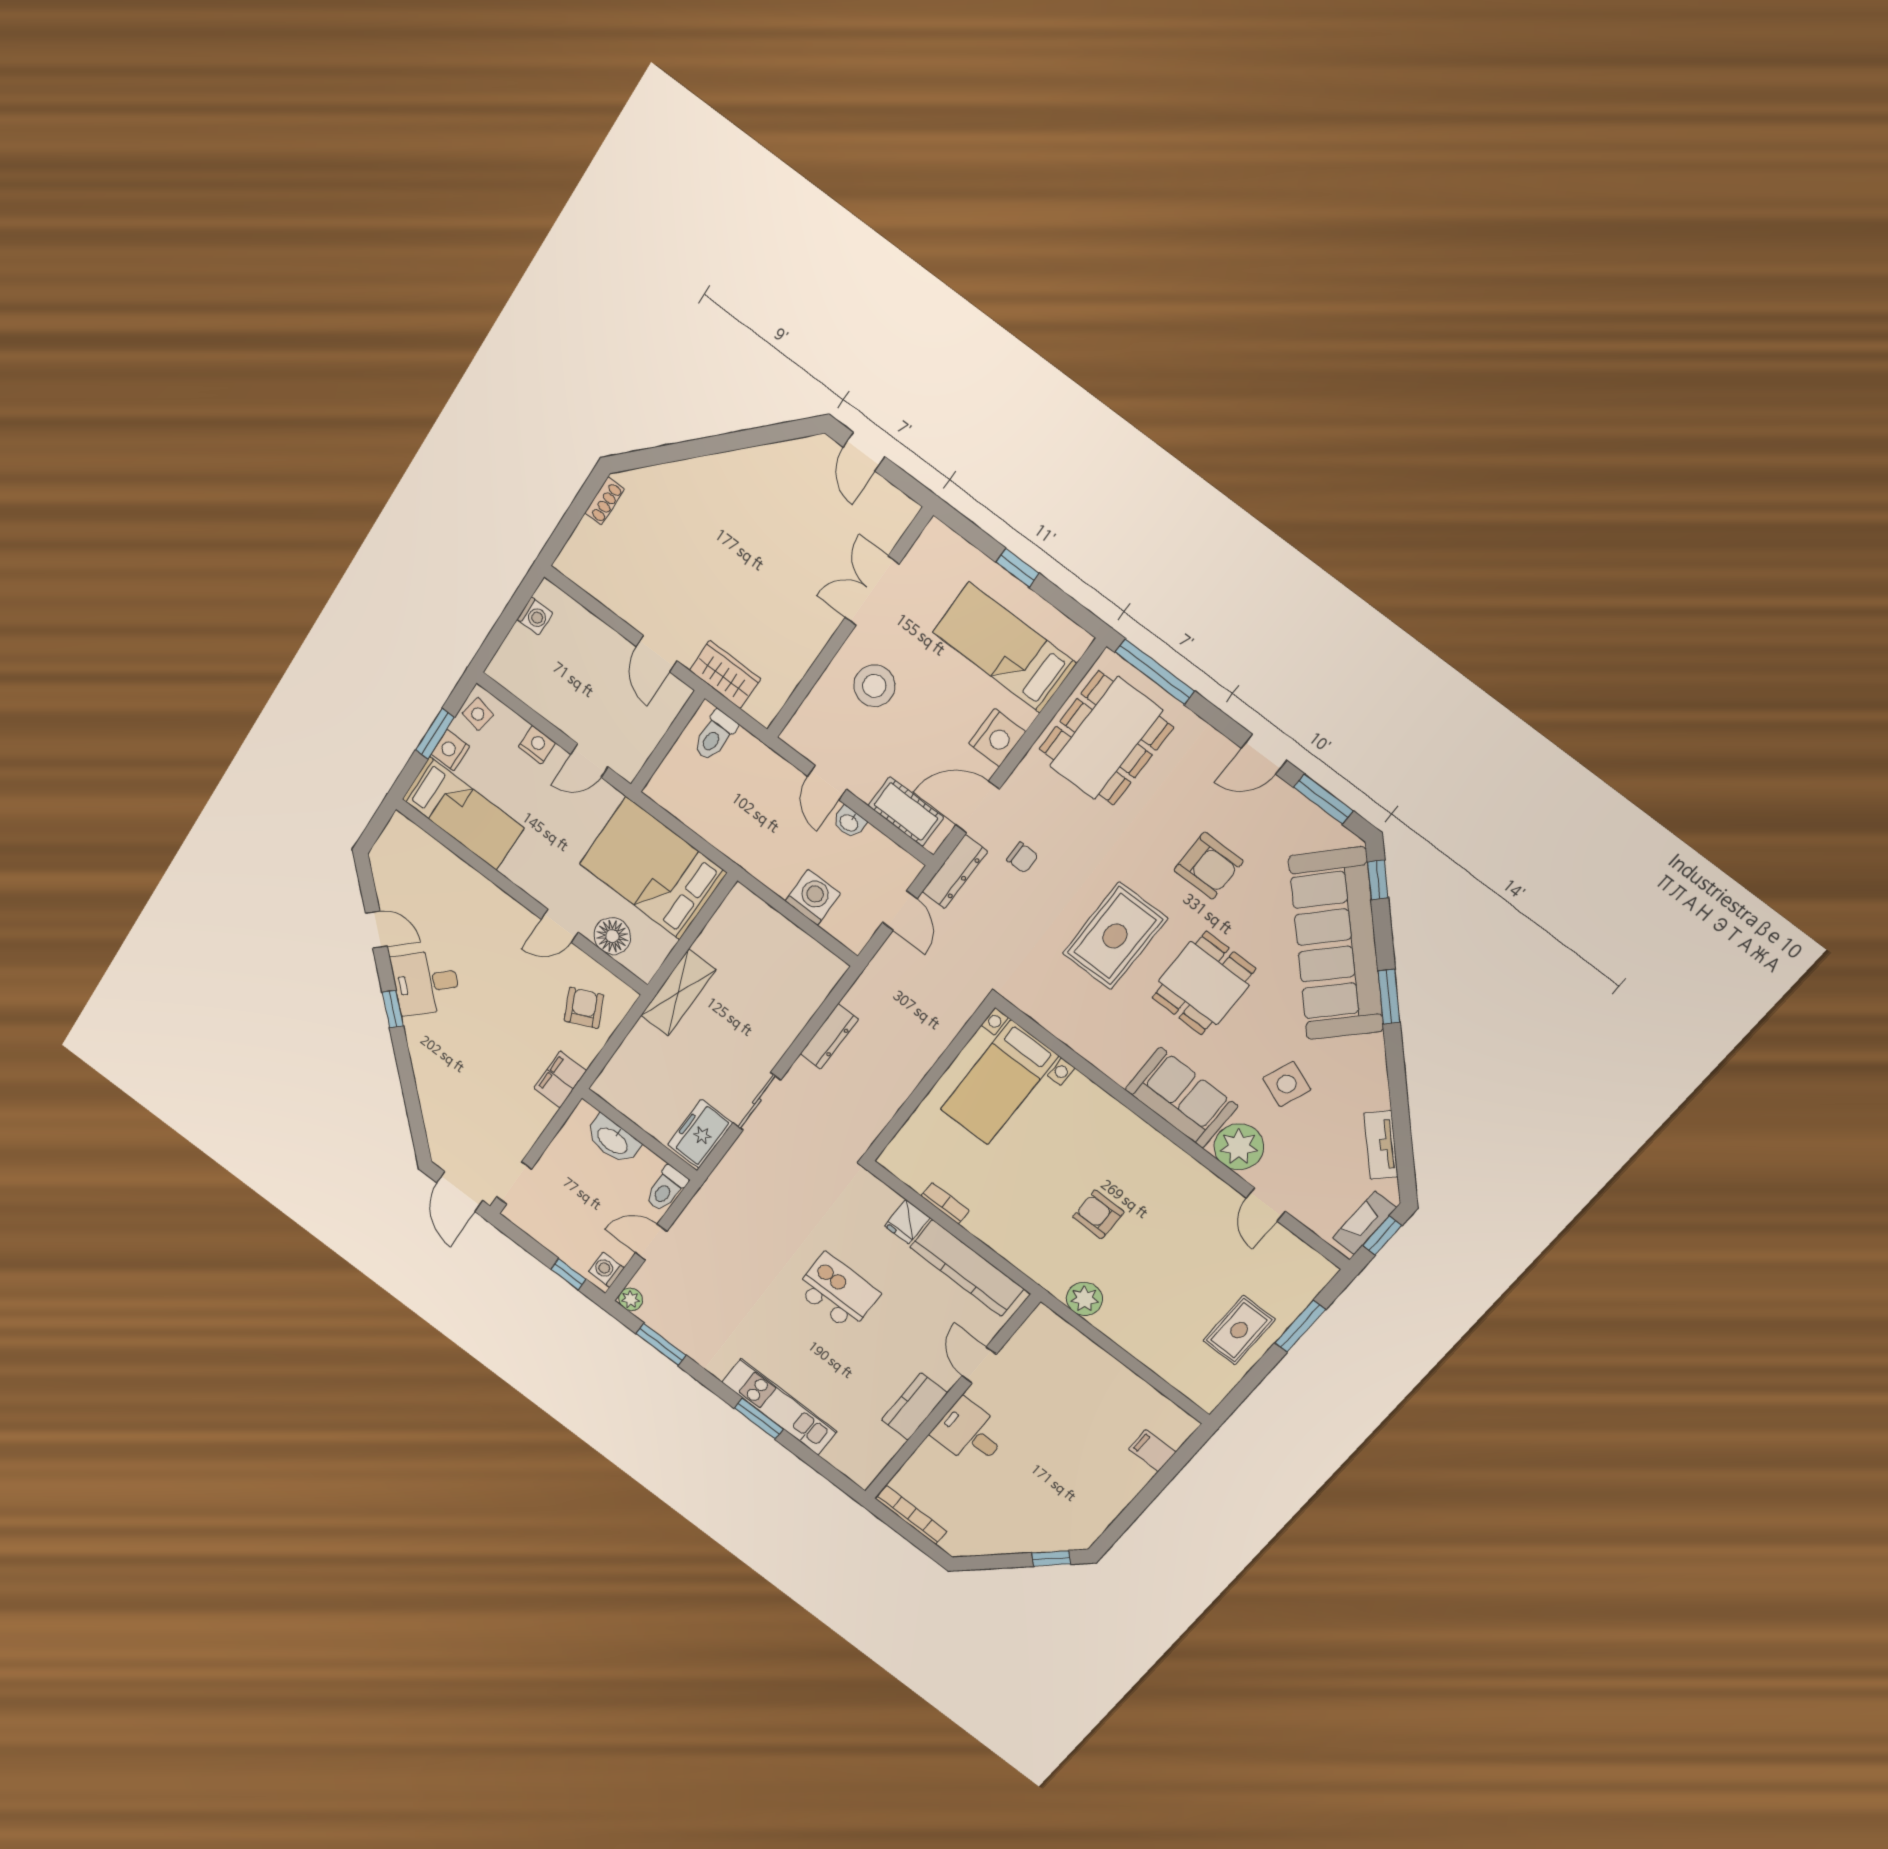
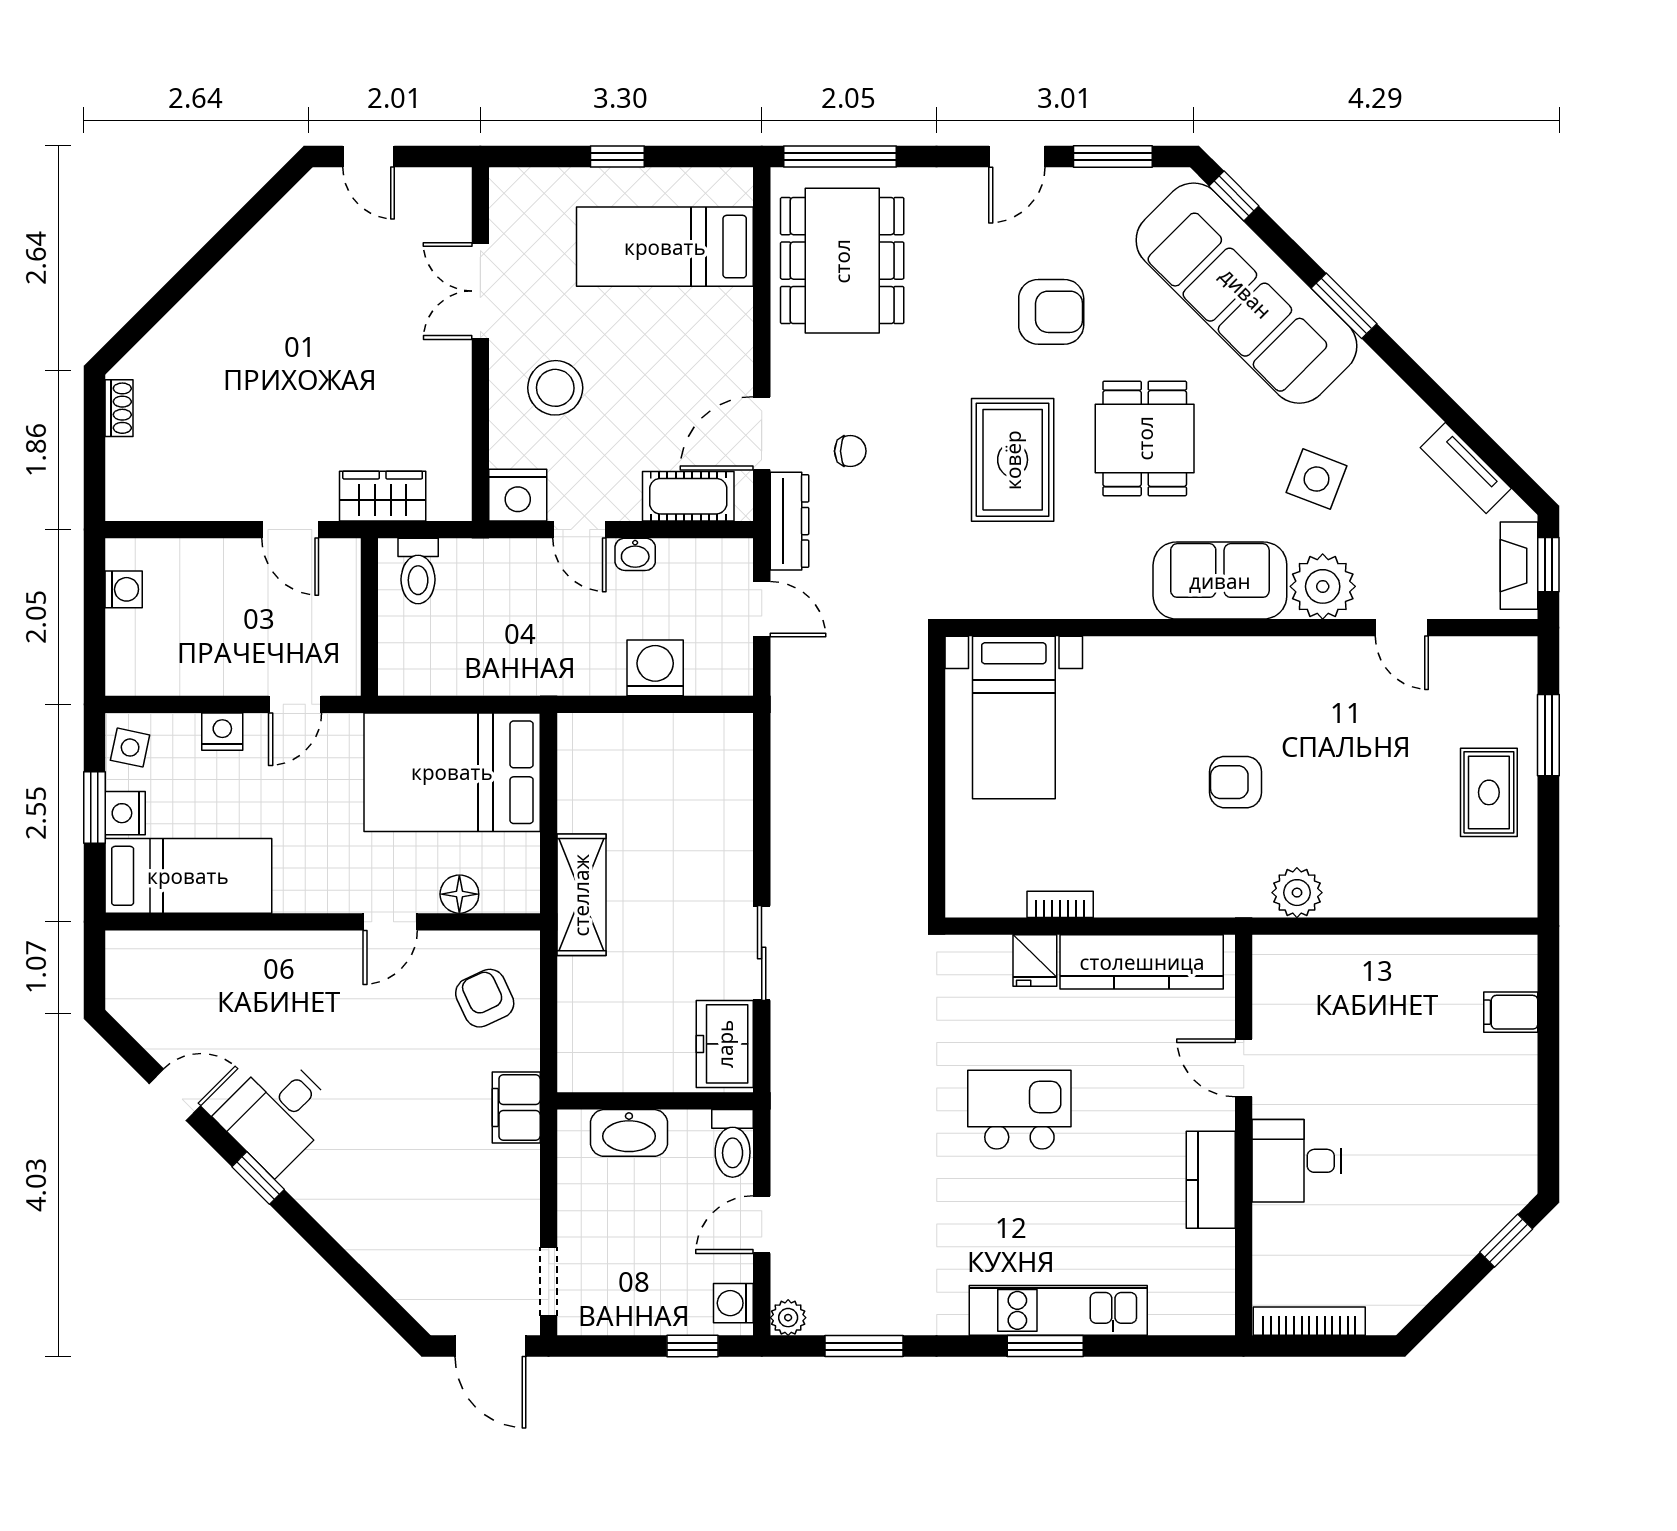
nightstand: (997, 738) -> (518, 495), moved, turned 90
floor lamp: (612, 936) -> (459, 894), width x0.73, depth x0.73
dresser: (829, 1036) -> (788, 812), removed

